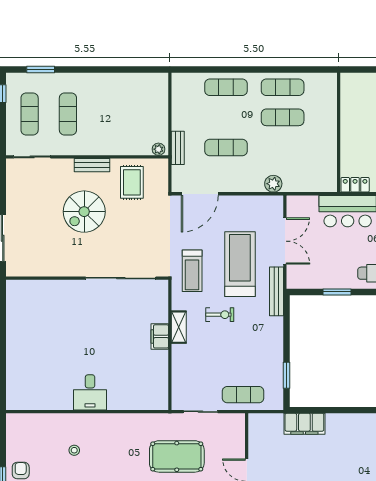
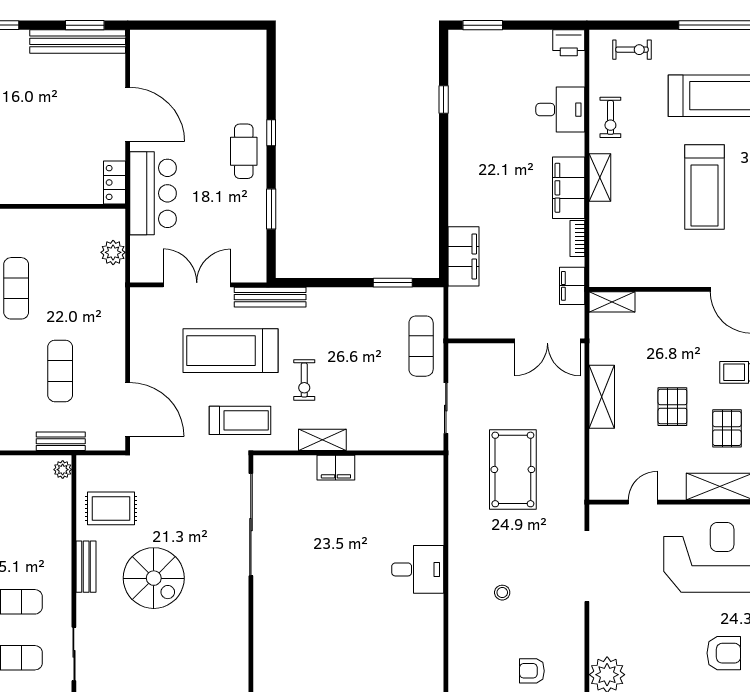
plant: (273, 184) -> (113, 252), moved
exercise bike: (220, 315) -> (304, 380), turned 180
pool table: (177, 456) -> (513, 469), moved

